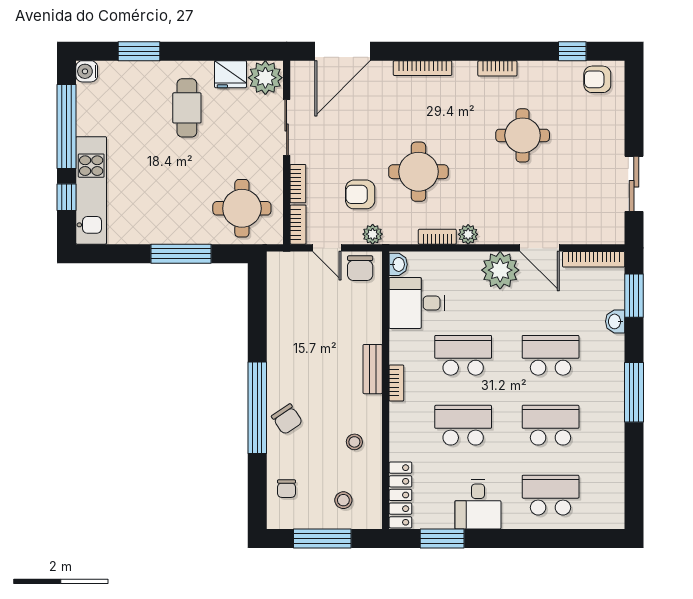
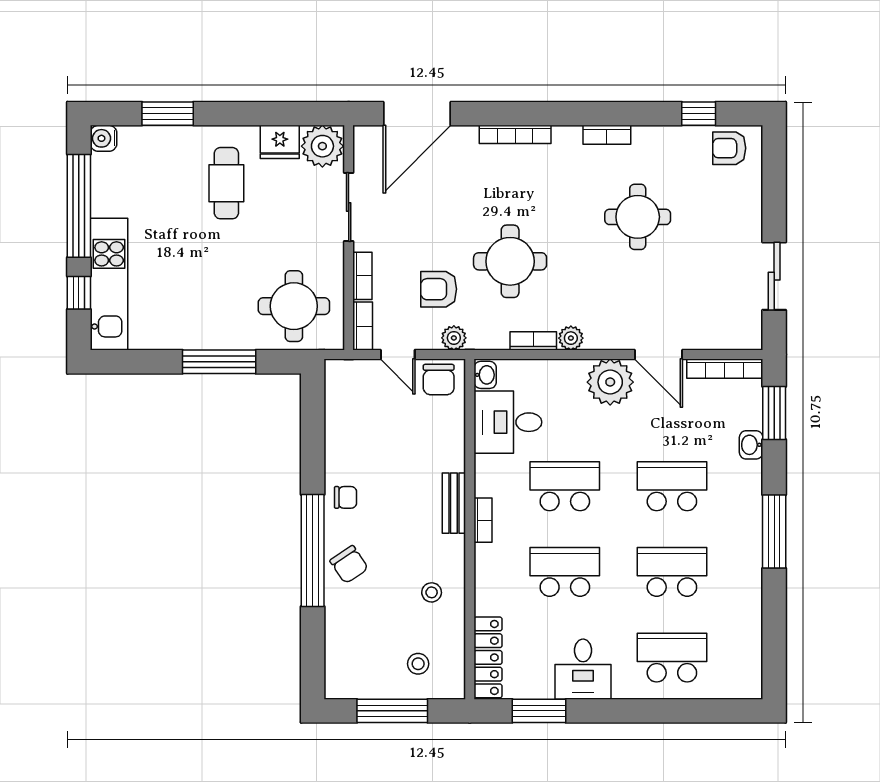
chair: (286, 489) -> (345, 497), moved, turned -90

